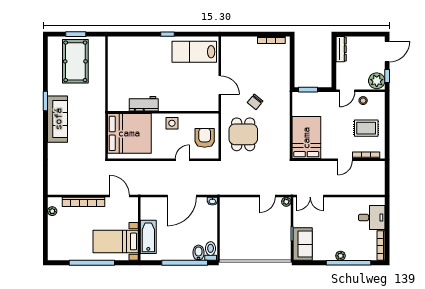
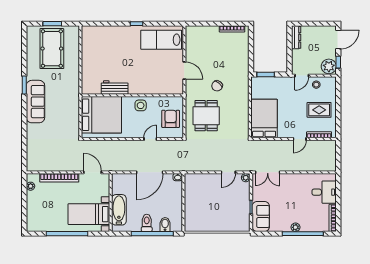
toilet: (211, 251) -> (147, 223), moved

